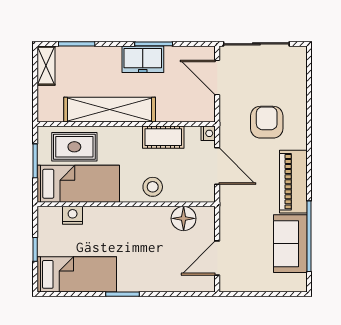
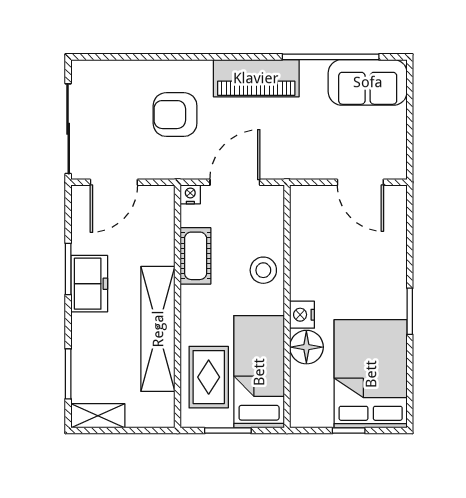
nightstand: (73, 215) -> (302, 315), moved
floor lamp: (184, 218) -> (306, 347), moved
sofa: (290, 244) -> (368, 82), moved
bed: (77, 274) -> (371, 374), width x1.50

